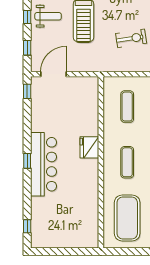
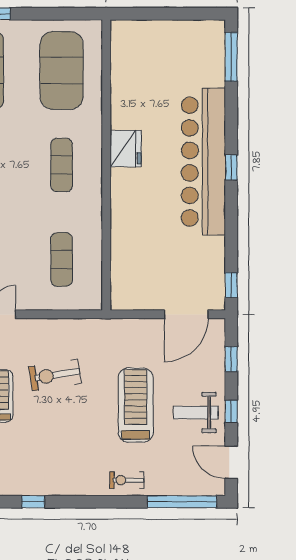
fridge: (89, 147) -> (126, 149), moved
bar counter: (44, 164) -> (203, 162), width x1.36
window: (27, 226) -> (231, 57), width x2.17

